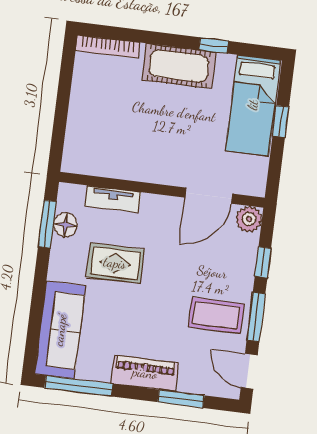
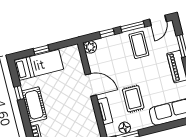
door: (209, 196) -> (91, 85), moved

